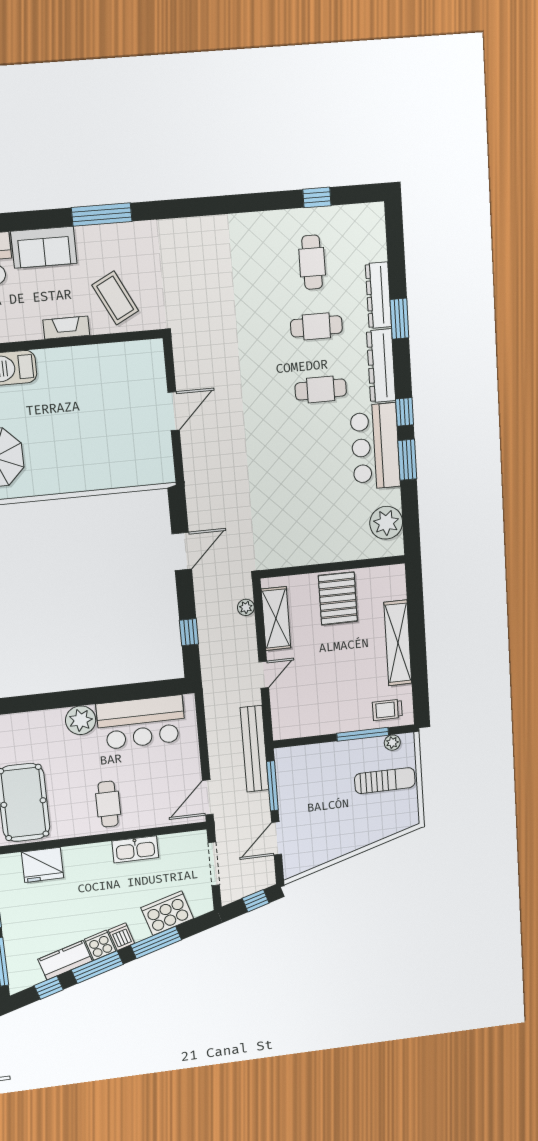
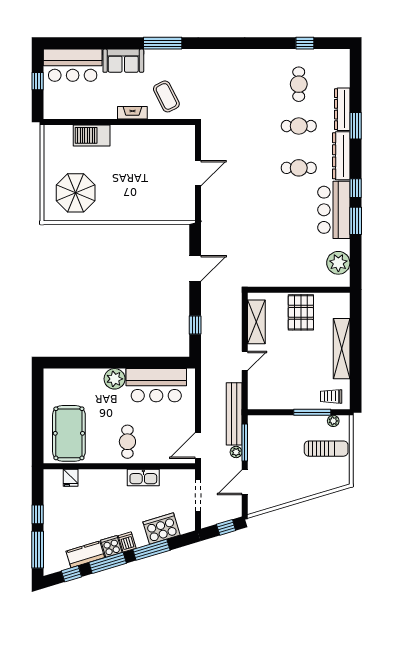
plant: (246, 607) -> (236, 452), moved
fridge: (43, 865) -> (71, 478), width x0.53, depth x0.75

